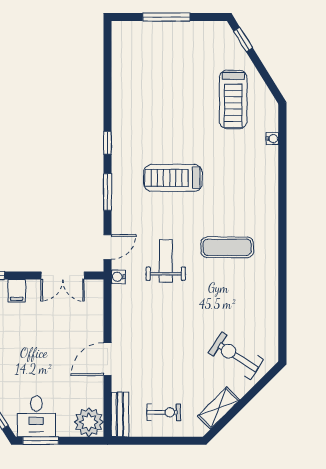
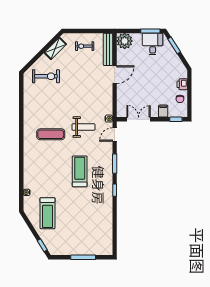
treadmill: (233, 99) -> (48, 213), turned 180
treadmill: (173, 178) -> (80, 171), turned -90
weight bench: (166, 261) -> (84, 127), turned -90
exercise bike: (236, 356) -> (46, 76), turned -33
bench: (120, 414) -> (108, 49), width x1.36

